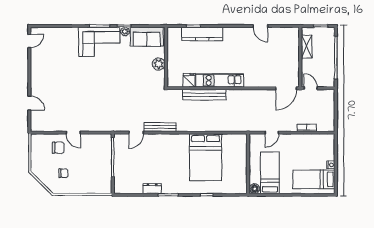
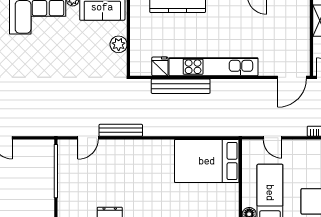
kitchen unit: (220, 80) -> (213, 67), width x1.36
door: (272, 133) -> (272, 138), hinge flipped
bed: (206, 157) -> (207, 161), moved, turned 90

